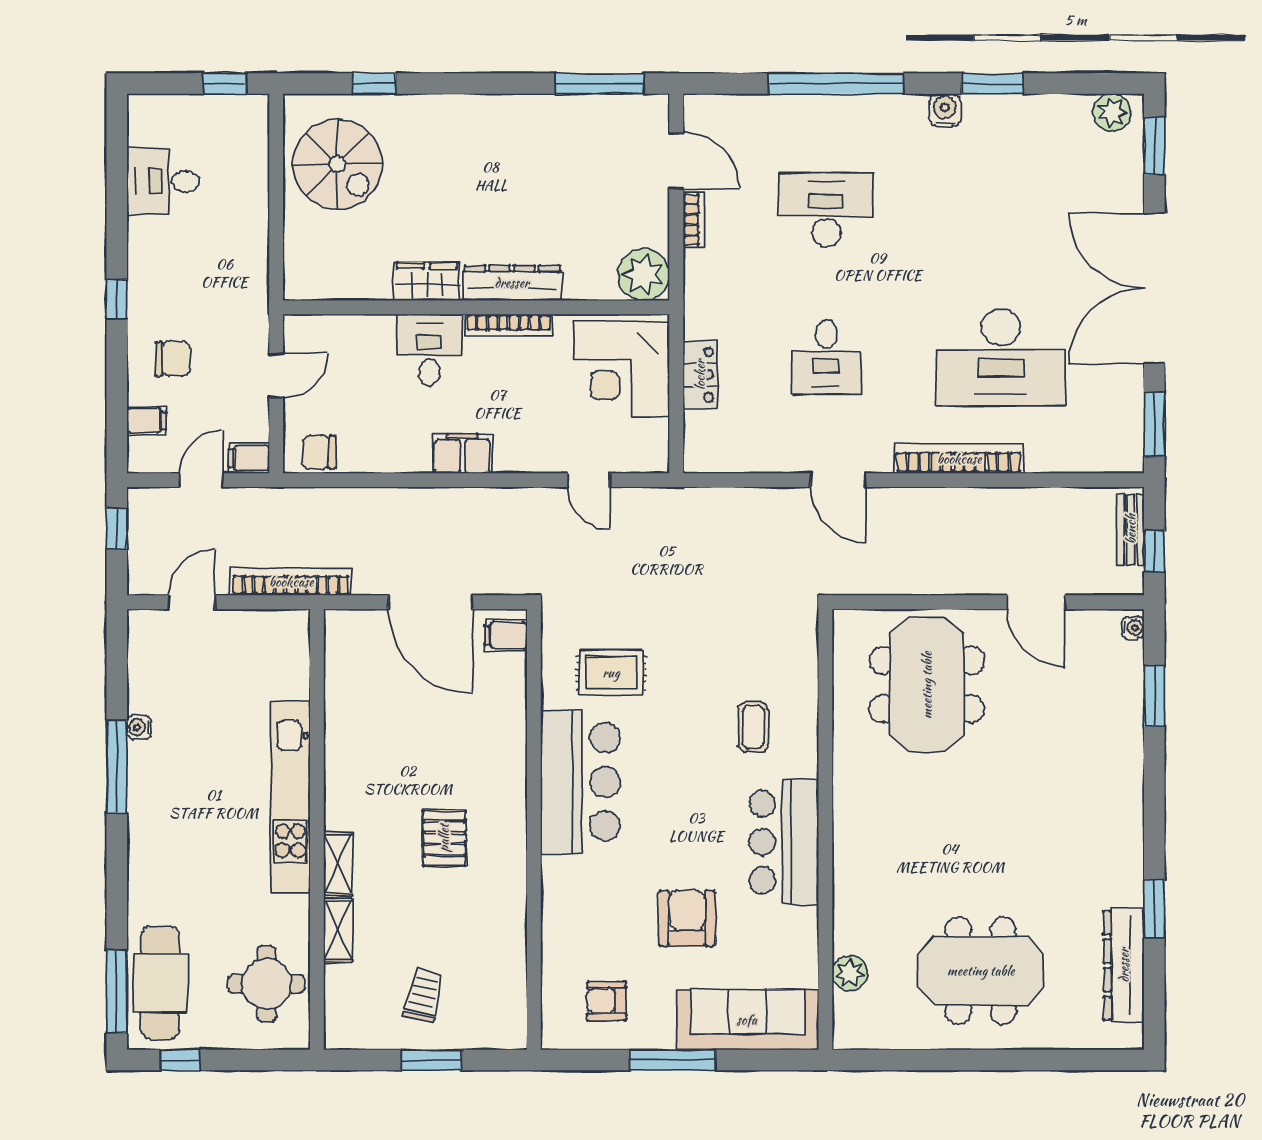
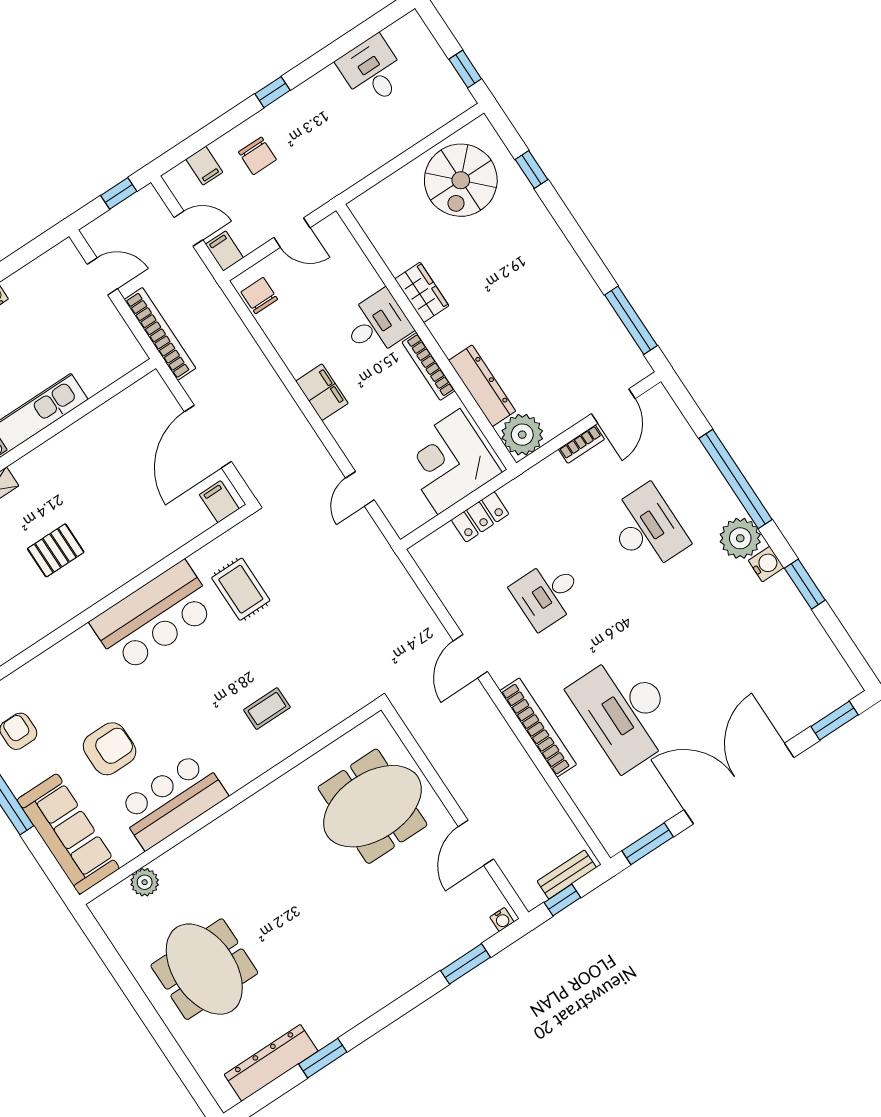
plant: (1112, 112) -> (740, 538), moved, width x1.36, depth x1.36
dresser: (512, 283) -> (482, 386), moved
bar counter: (784, 842) -> (172, 801), moved

